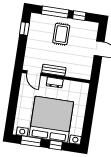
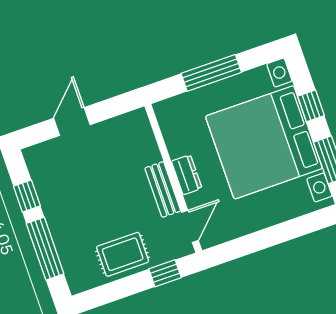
window: (24, 29) -> (165, 273), moved
rug: (61, 34) -> (123, 254), moved
window: (89, 113) -> (211, 73), added

